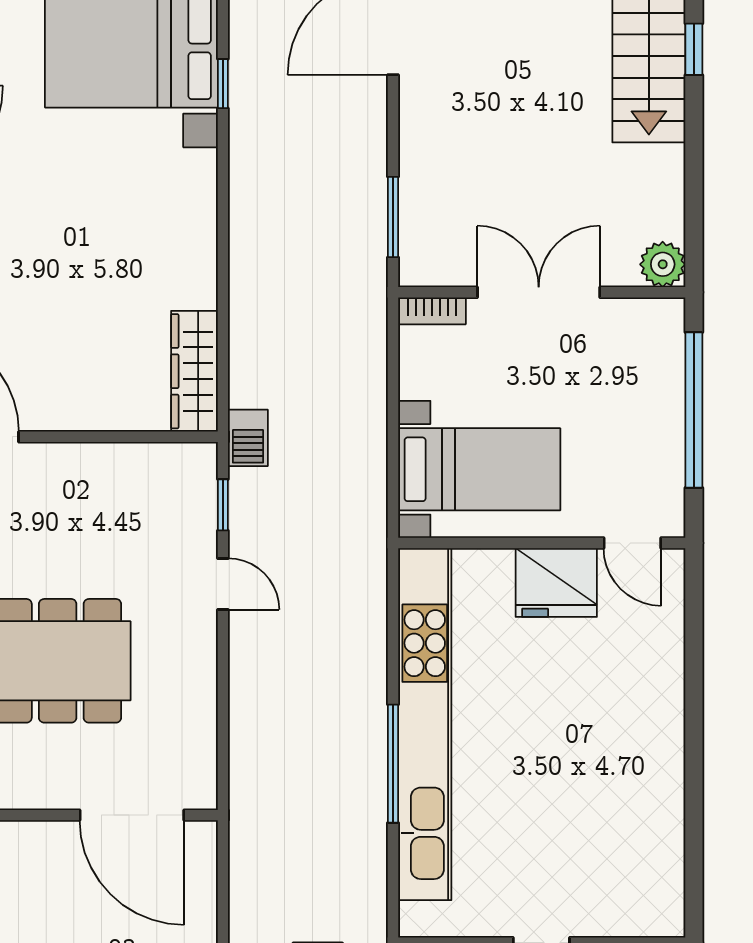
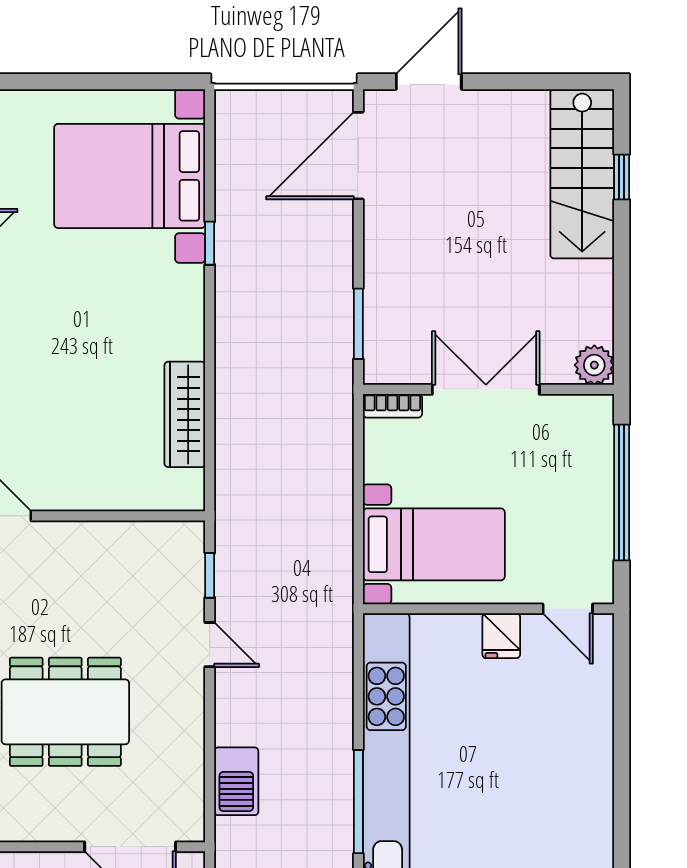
window: (223, 84) -> (210, 243), moved
wardrobe: (194, 371) -> (185, 414), moved
barbecue: (248, 438) -> (236, 781), moved, width x1.38, depth x1.27
fridge: (556, 583) -> (501, 636), width x0.53, depth x0.75

